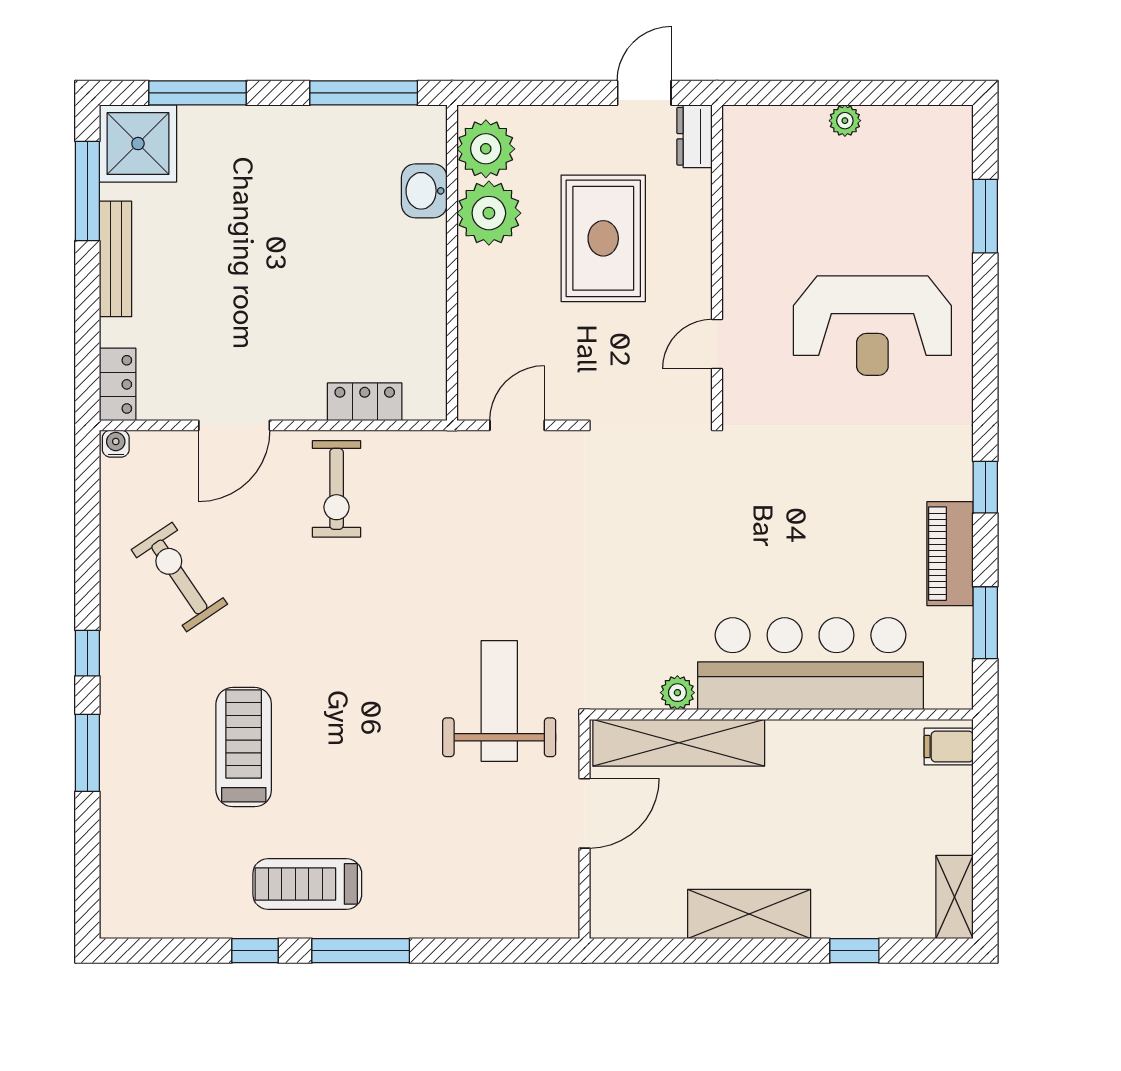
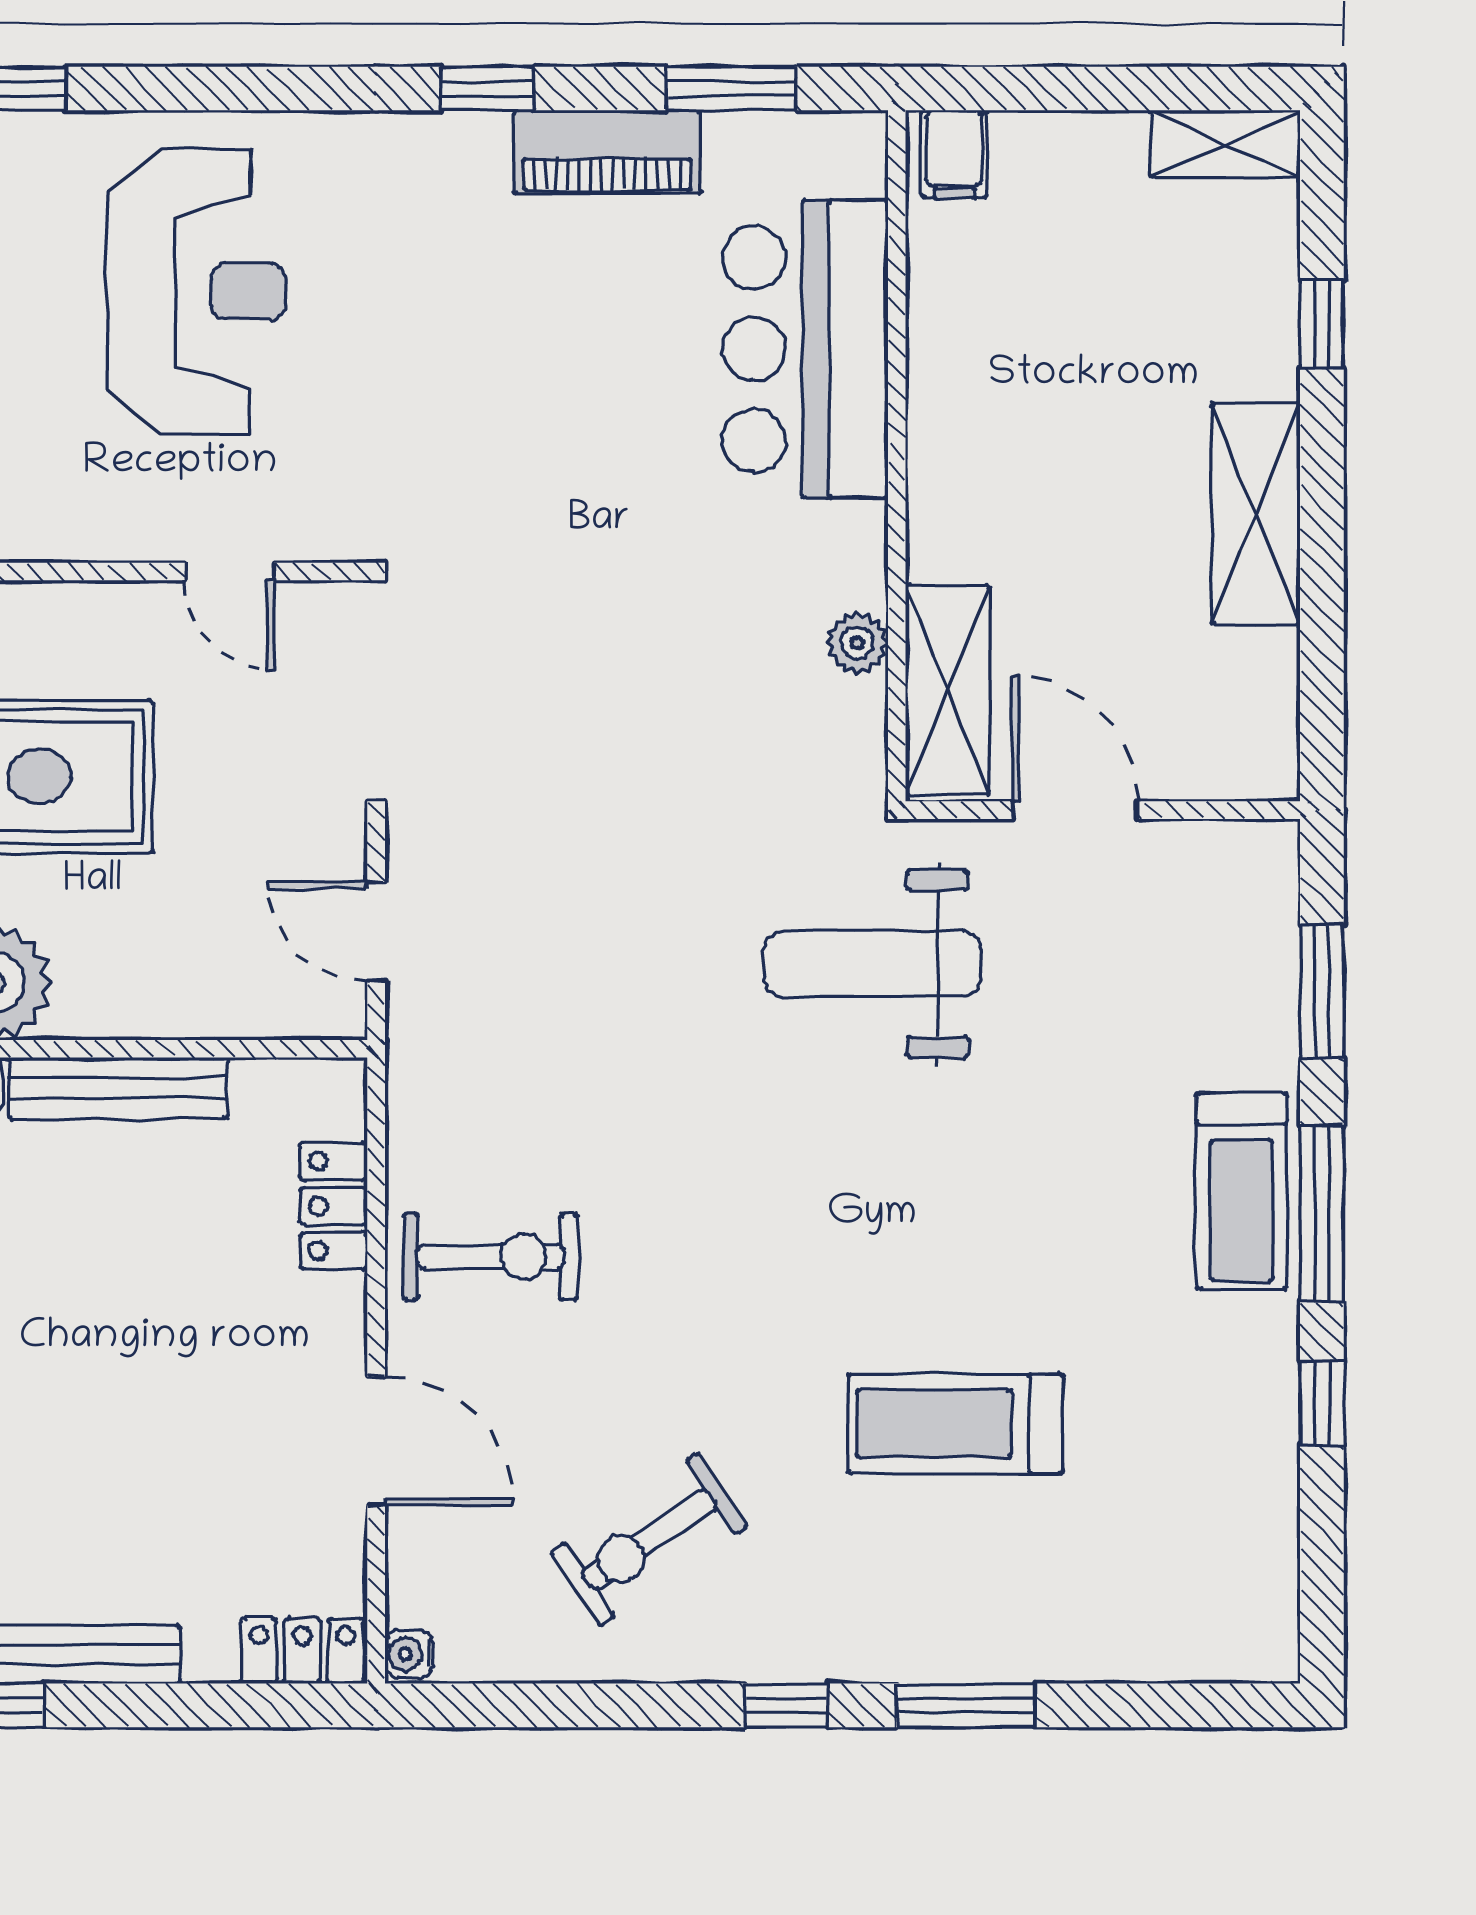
bench: (430, 282) -> (118, 1088), added
bar counter: (811, 664) -> (805, 349), width x0.73
shelving: (679, 743) -> (948, 690), width x0.68
treadmill: (307, 884) -> (1241, 1191), moved
window: (484, 951) -> (1322, 991), added

